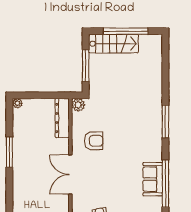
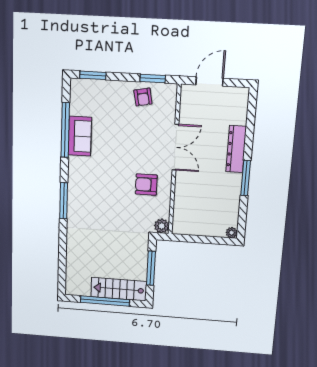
dresser: (62, 118) -> (236, 149), moved, turned 180

